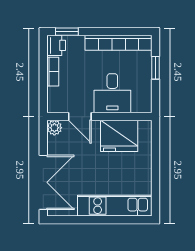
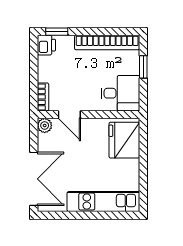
bookcase: (53, 72) -> (43, 97), moved
desk: (112, 93) -> (120, 93), moved, turned -90
fridge: (119, 136) -> (124, 140), moved, turned 90

